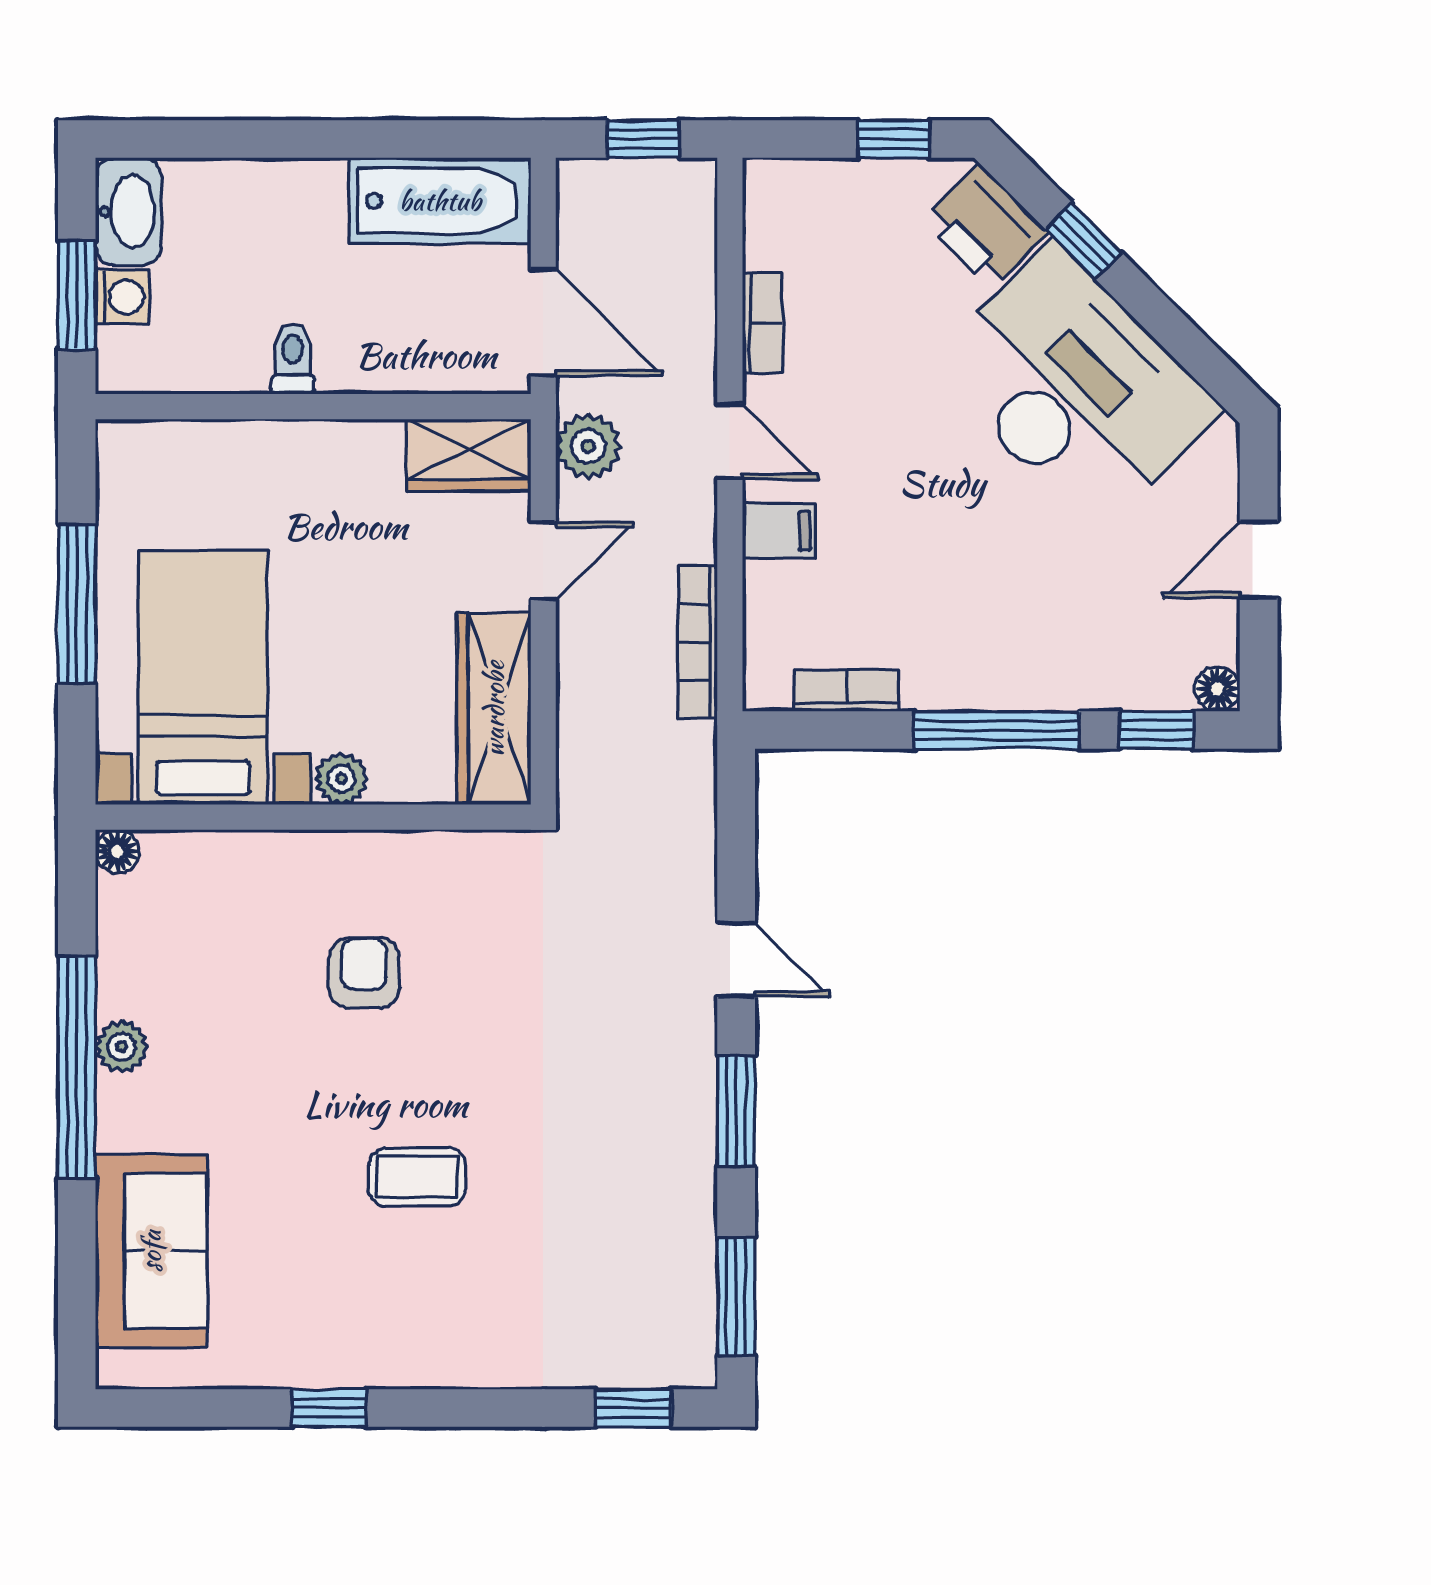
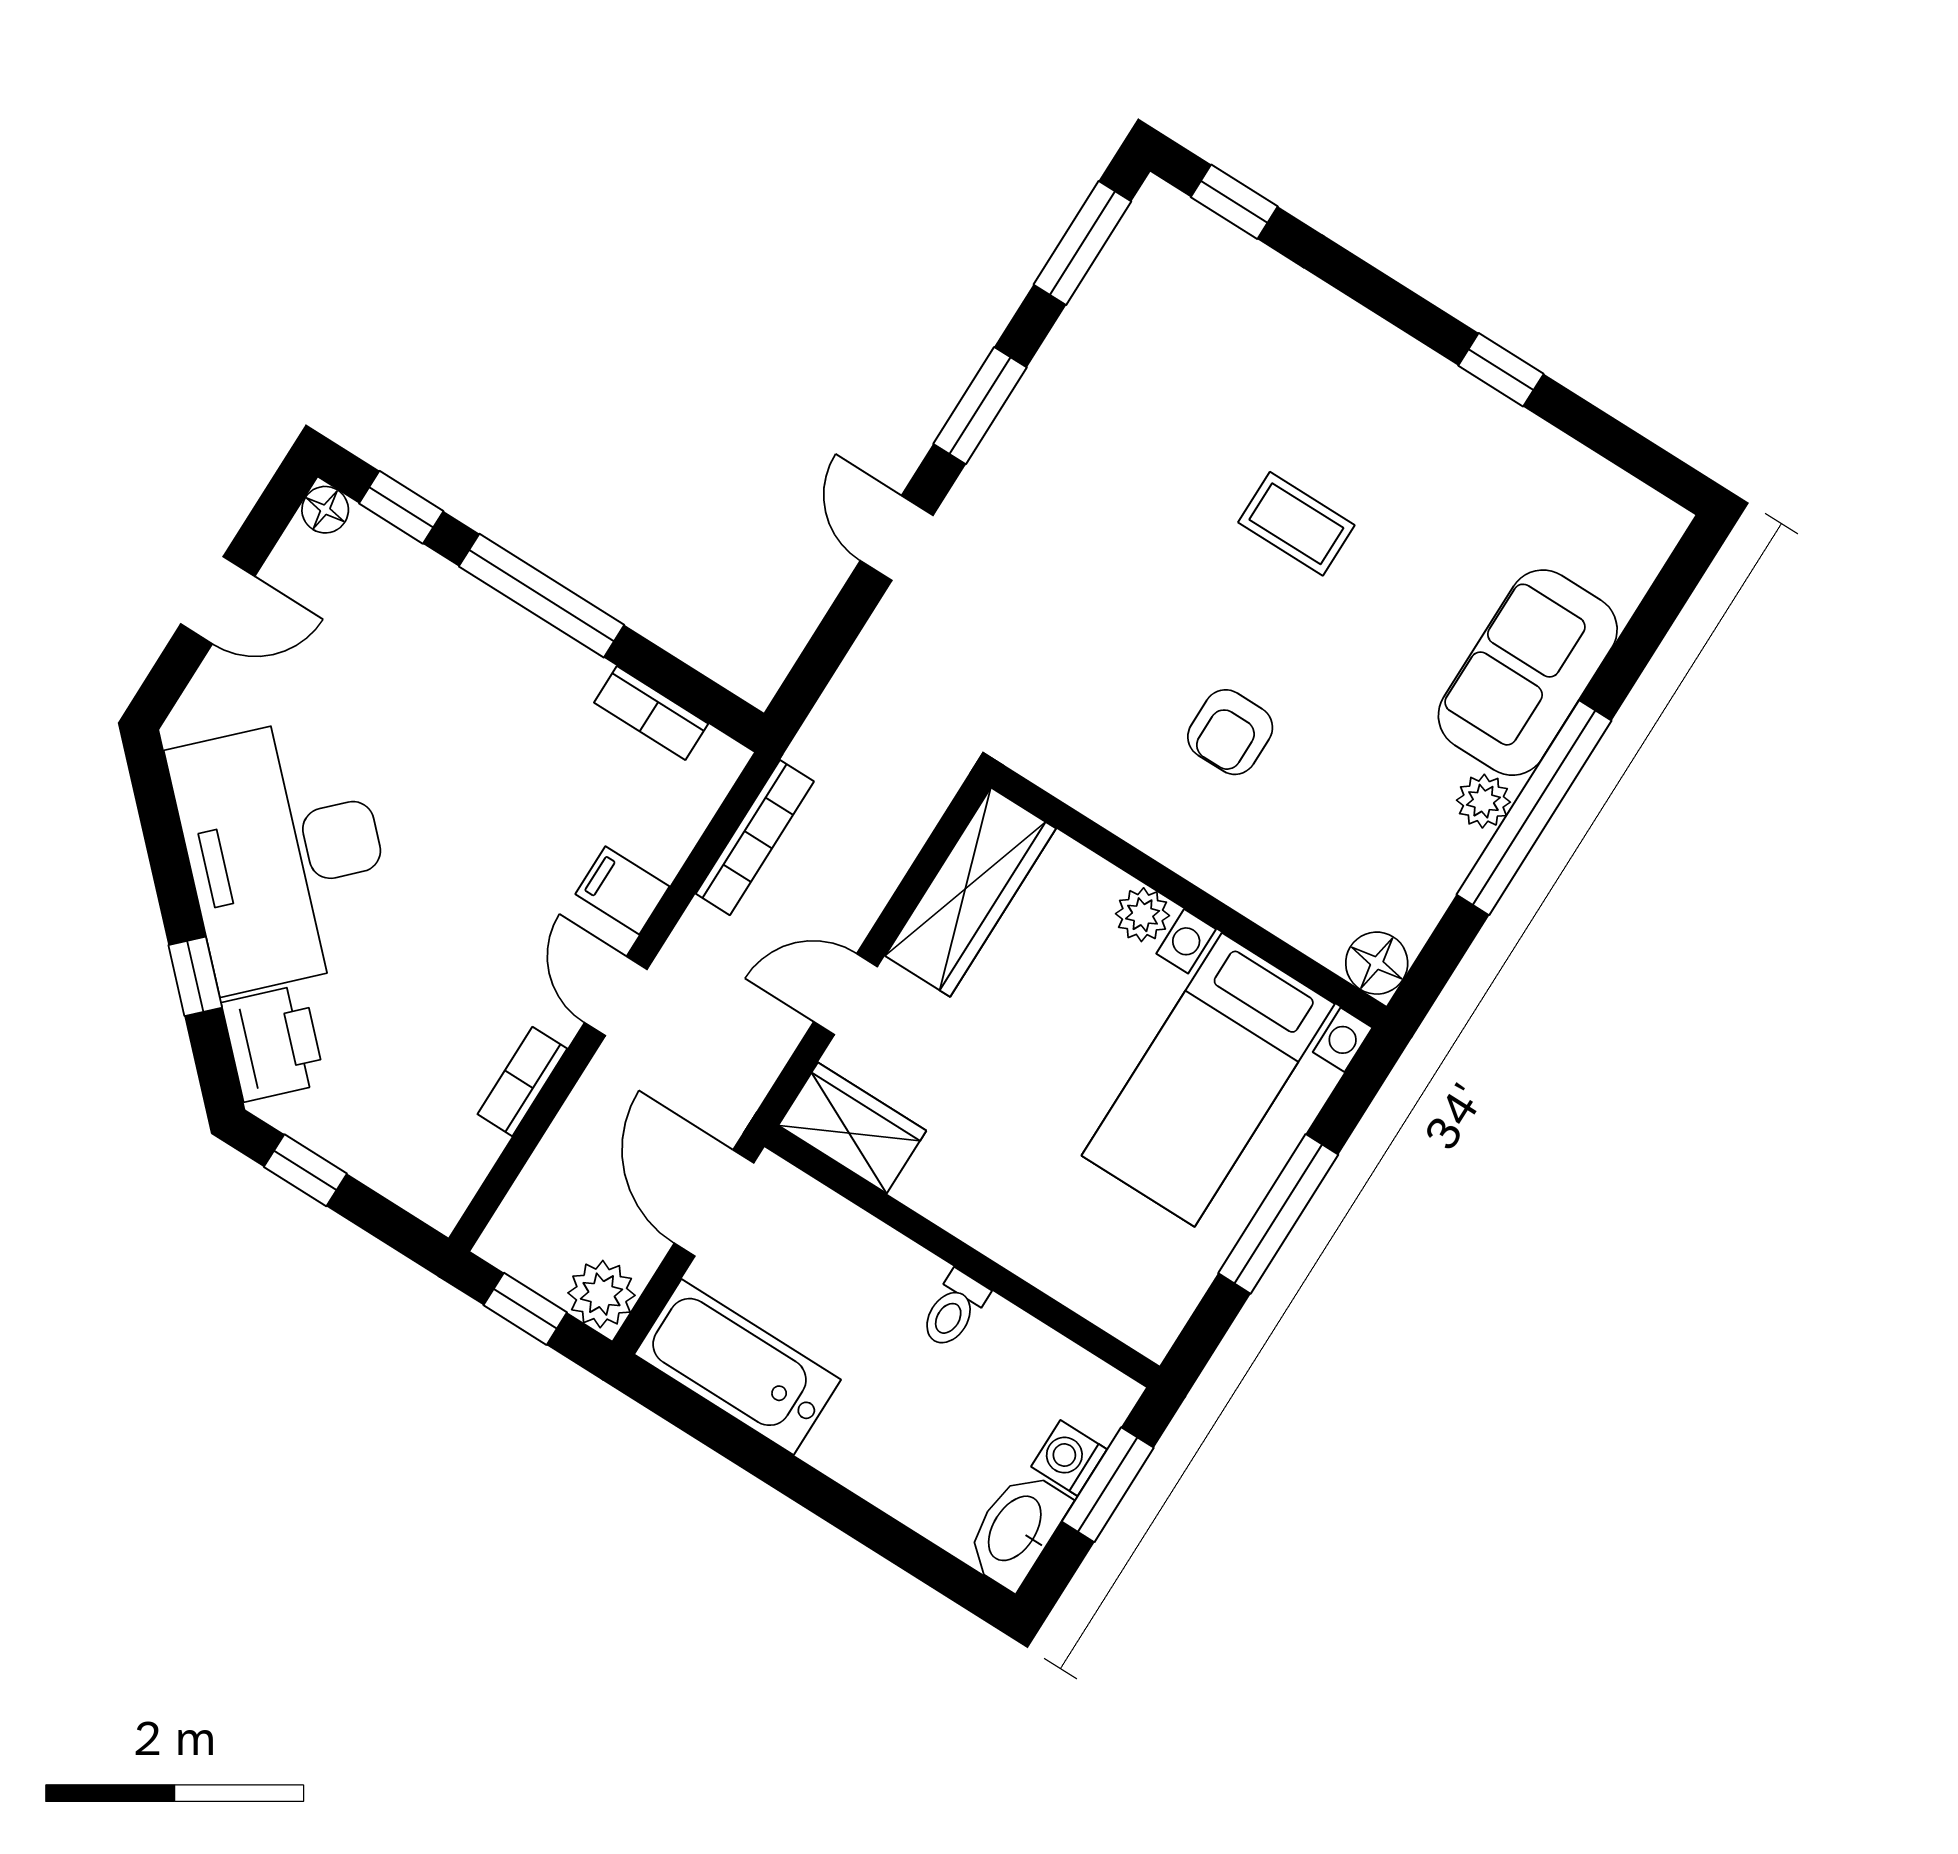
plant: (588, 446) -> (601, 1294), moved
floor lamp: (117, 851) -> (1377, 963), width x1.37, depth x1.37
sofa: (151, 1251) -> (1528, 673), moved

